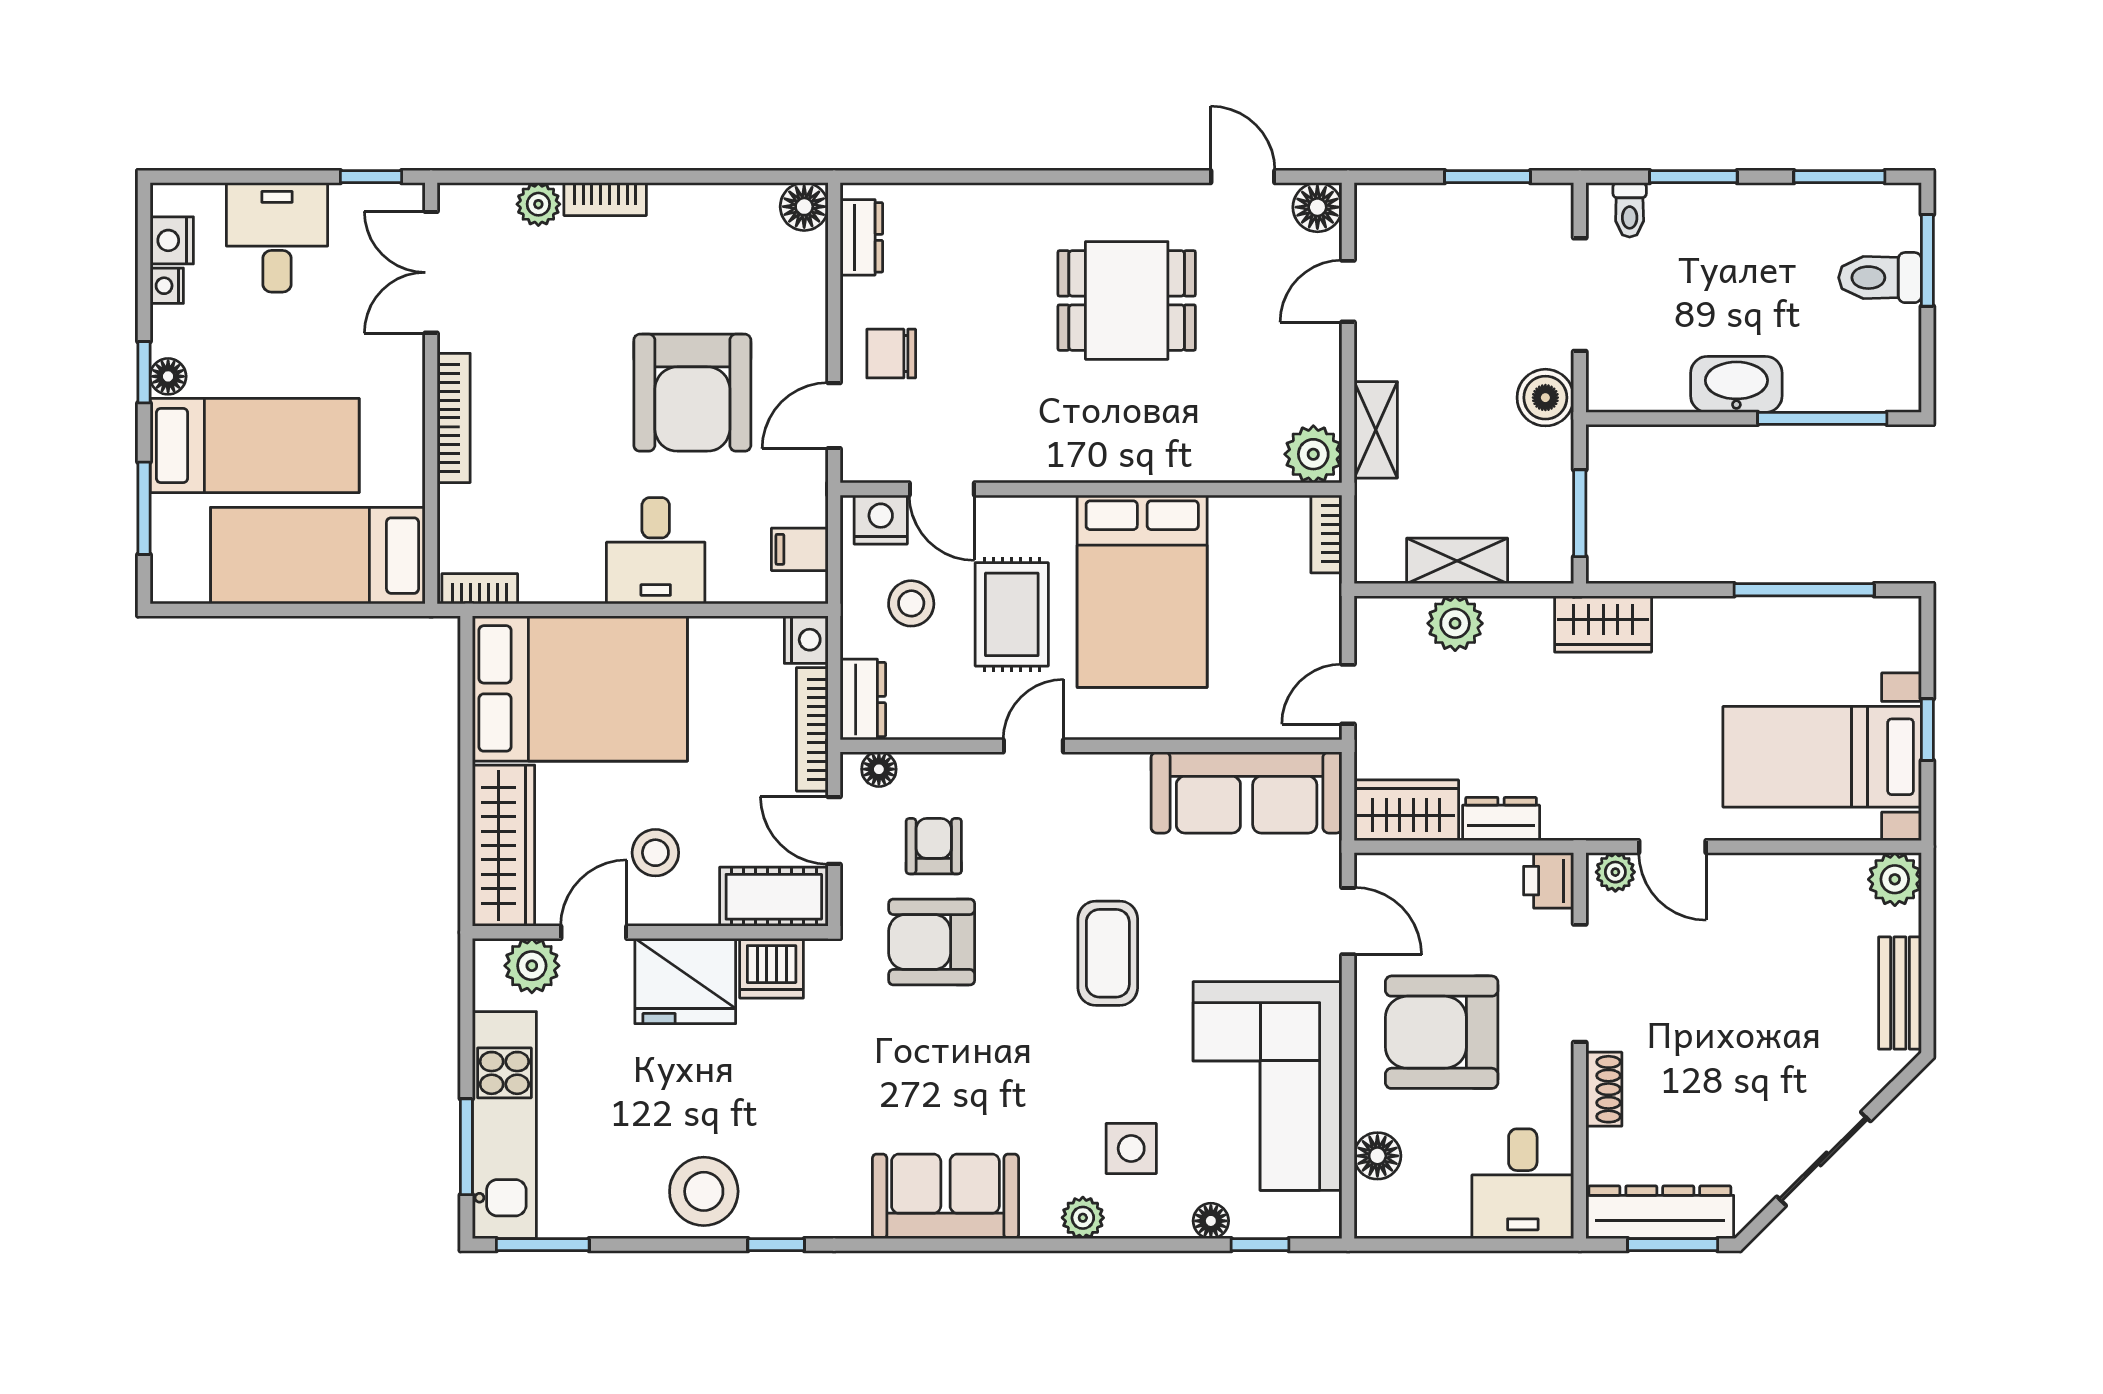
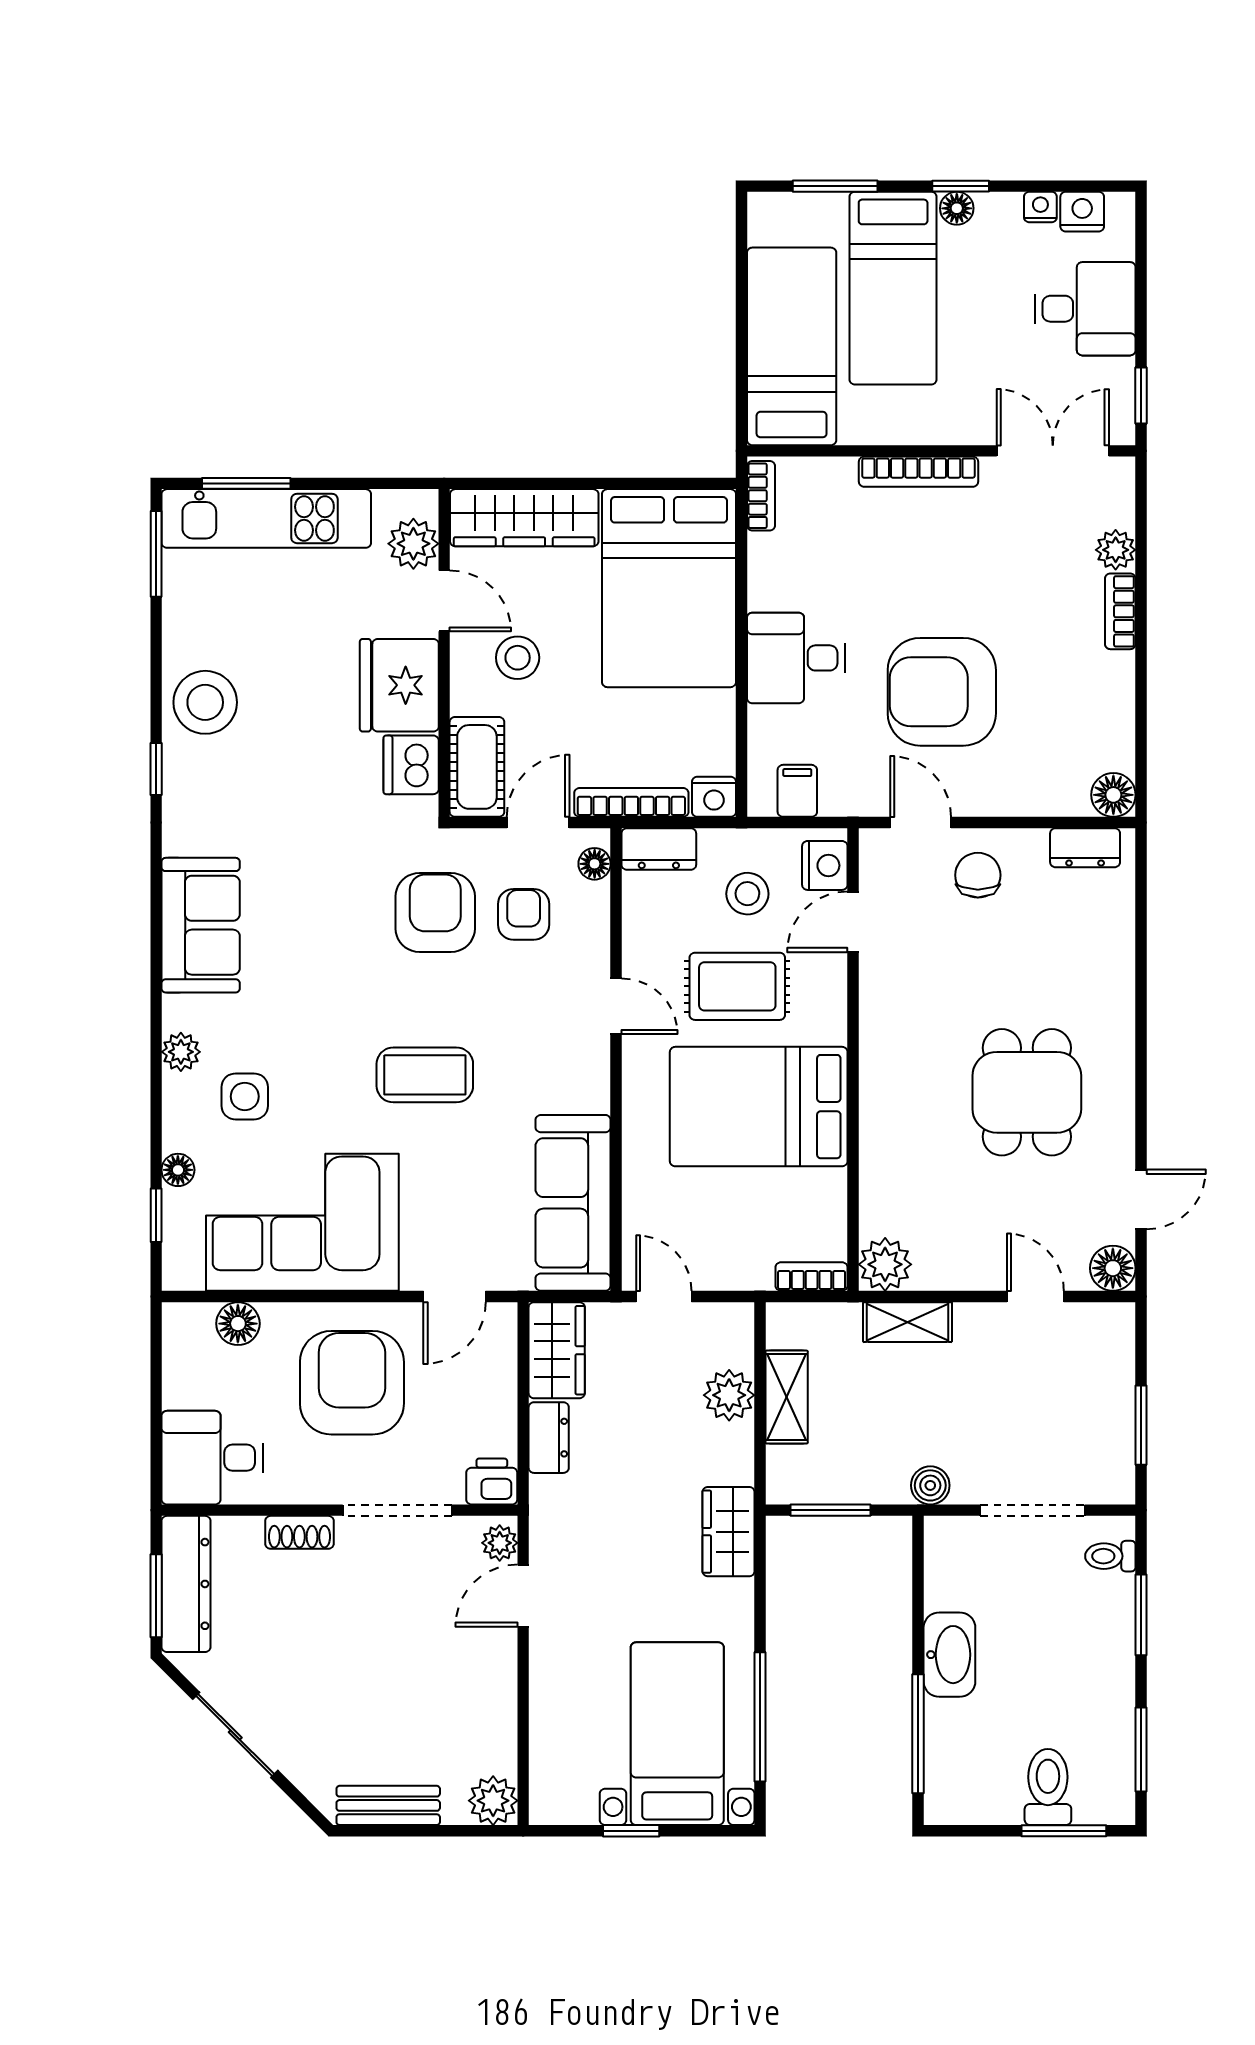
boiler: (1545, 398) -> (930, 1485), width x0.73, depth x0.73
bed with nightstands: (1822, 757) -> (677, 1734), moved
armchair: (934, 846) -> (524, 914), turned -90

